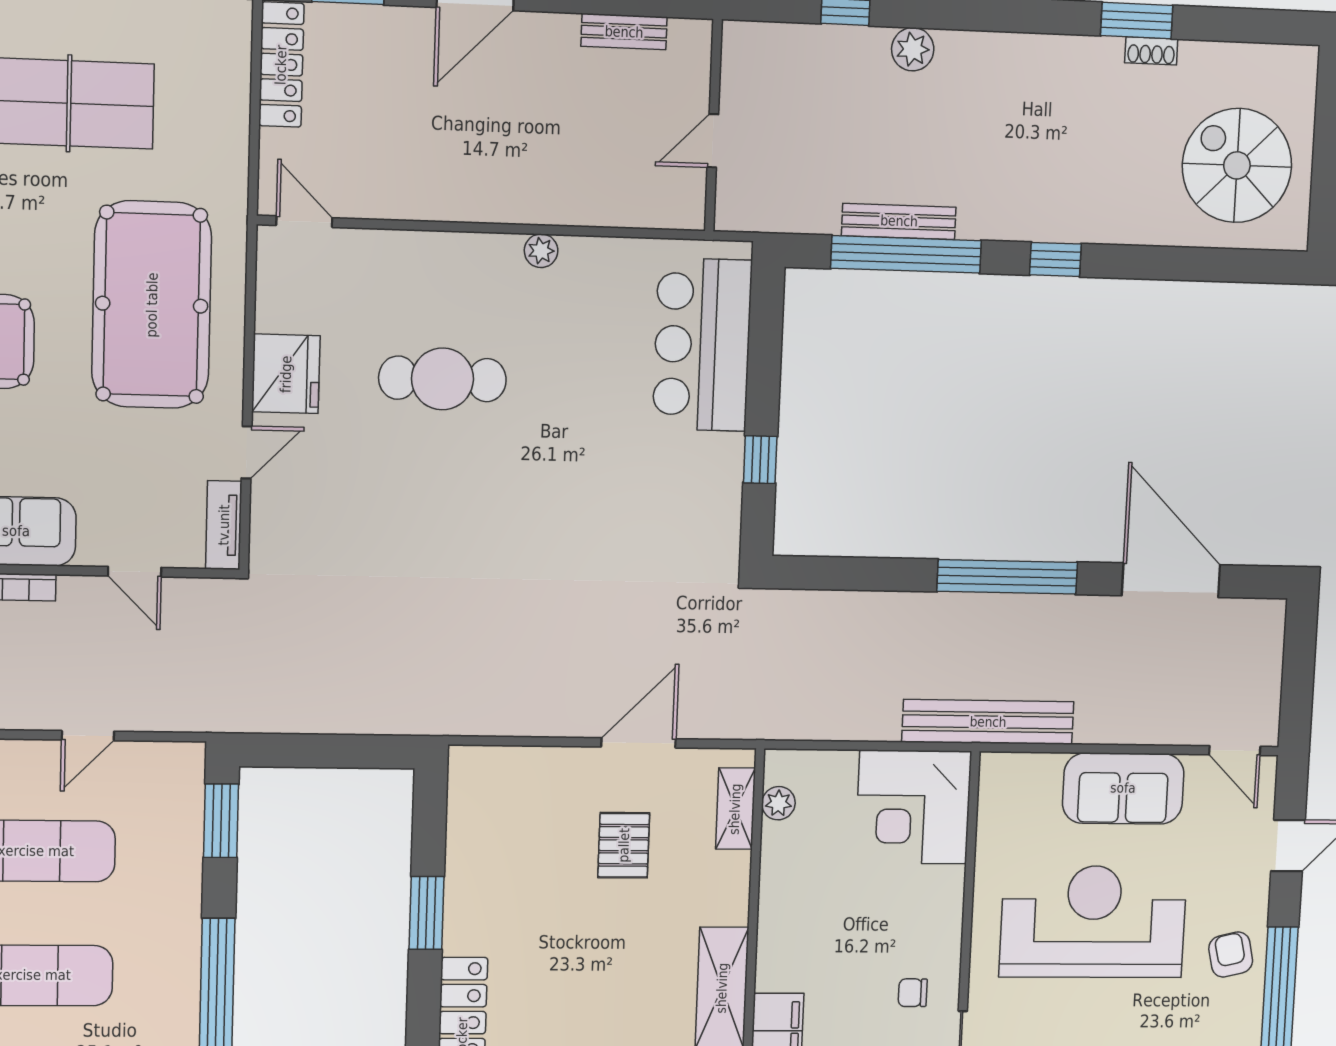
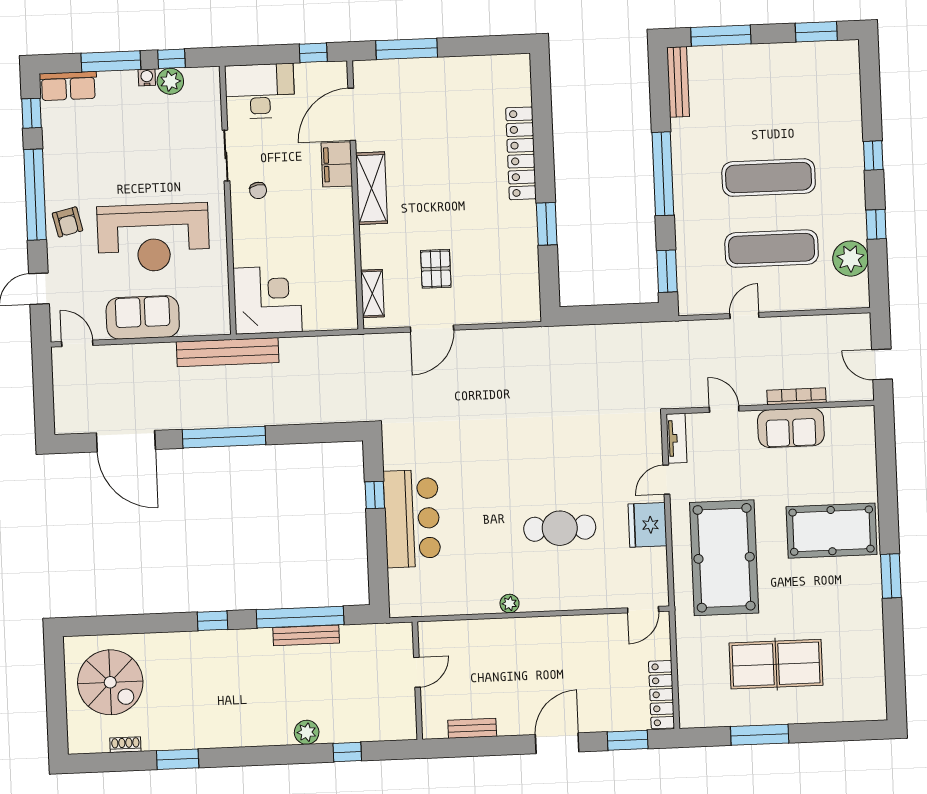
shoe rack: (1151, 51) -> (125, 745), moved
door: (304, 222) -> (643, 610), hinge flipped
bar counter: (702, 345) -> (412, 519), moved
plant: (778, 803) -> (347, 298), removed
chair: (913, 993) -> (258, 190), turned 80

